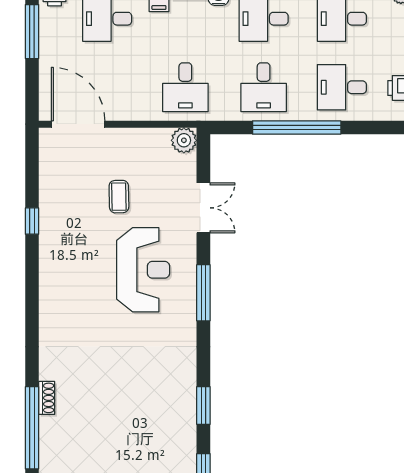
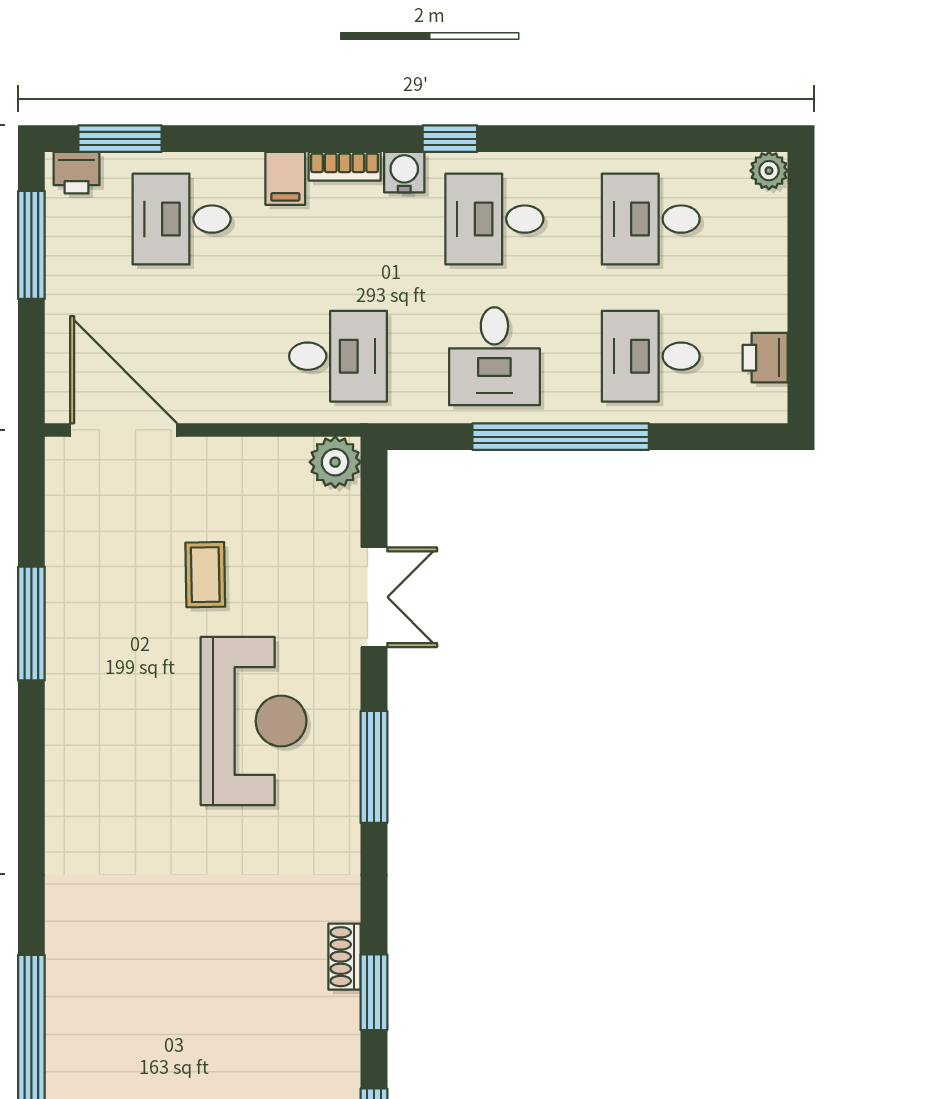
desk: (185, 87) -> (338, 356), turned -90
window: (32, 221) -> (31, 624), width x2.17
shoe rack: (47, 398) -> (345, 957), moved, turned 180

